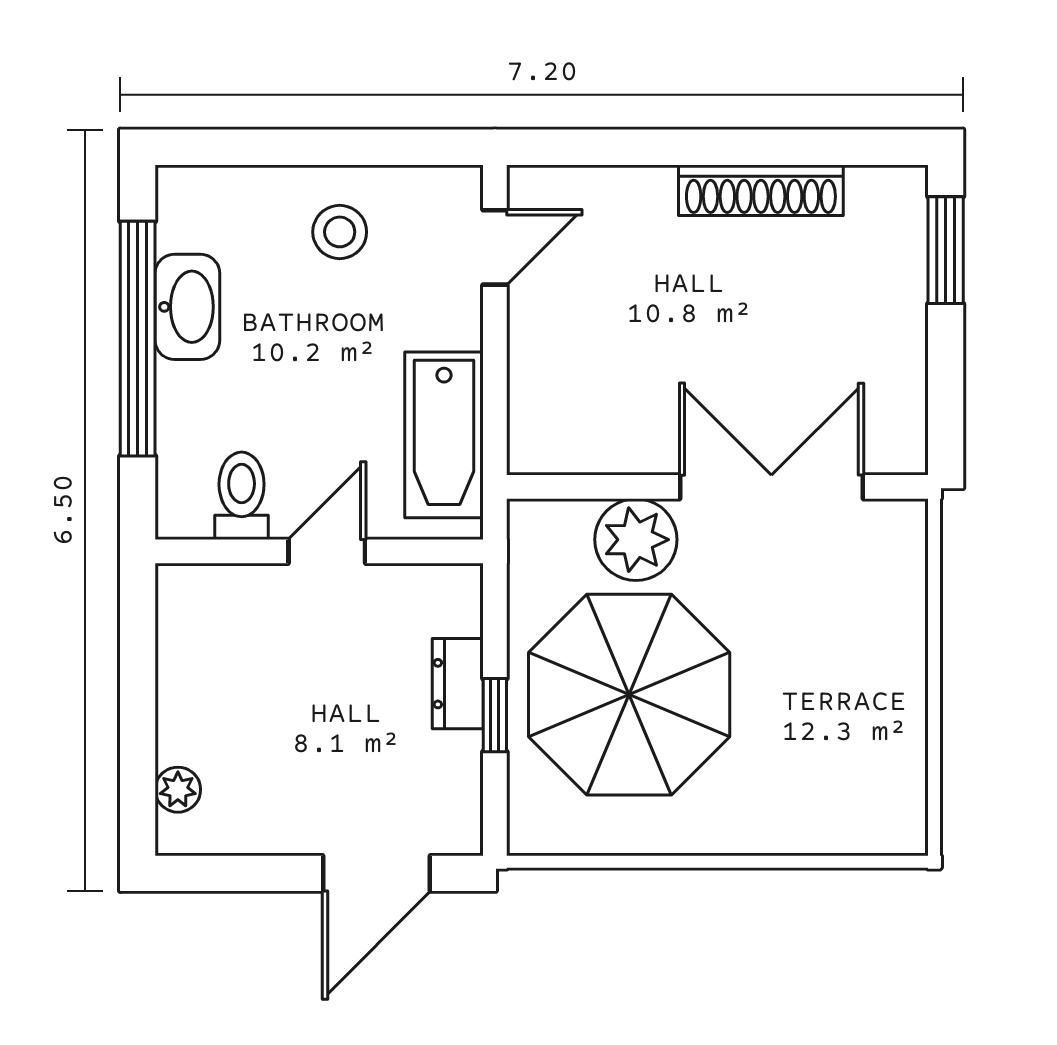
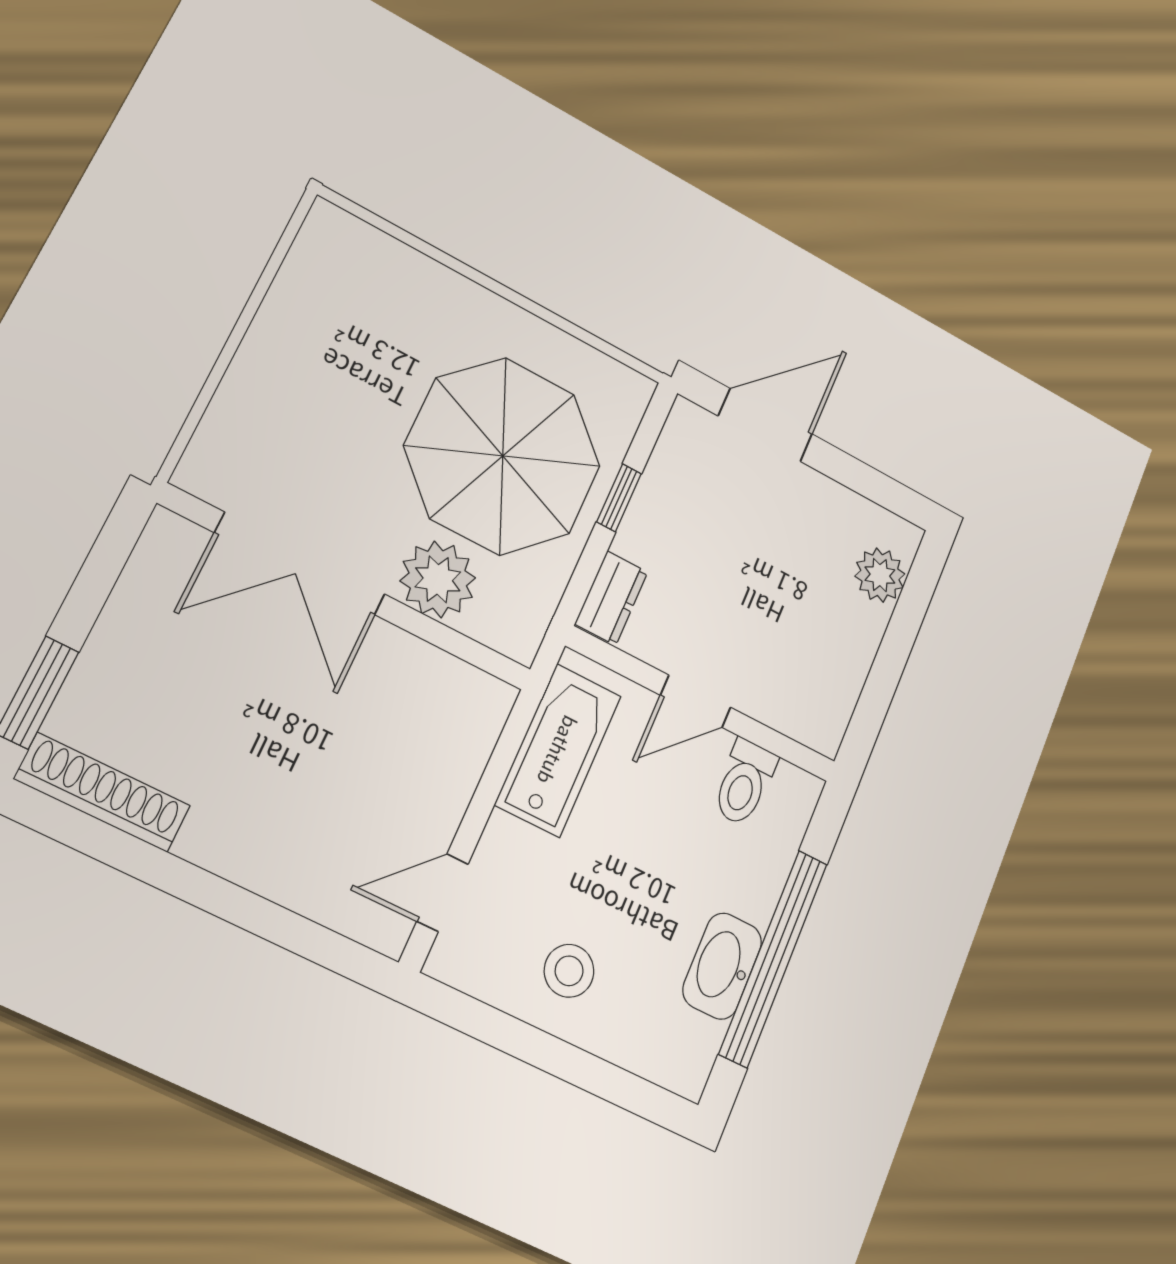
shoe rack: (761, 190) -> (102, 792), moved
dresser: (458, 684) -> (611, 598), moved
plant: (178, 790) -> (880, 575), width x1.38, depth x1.38

